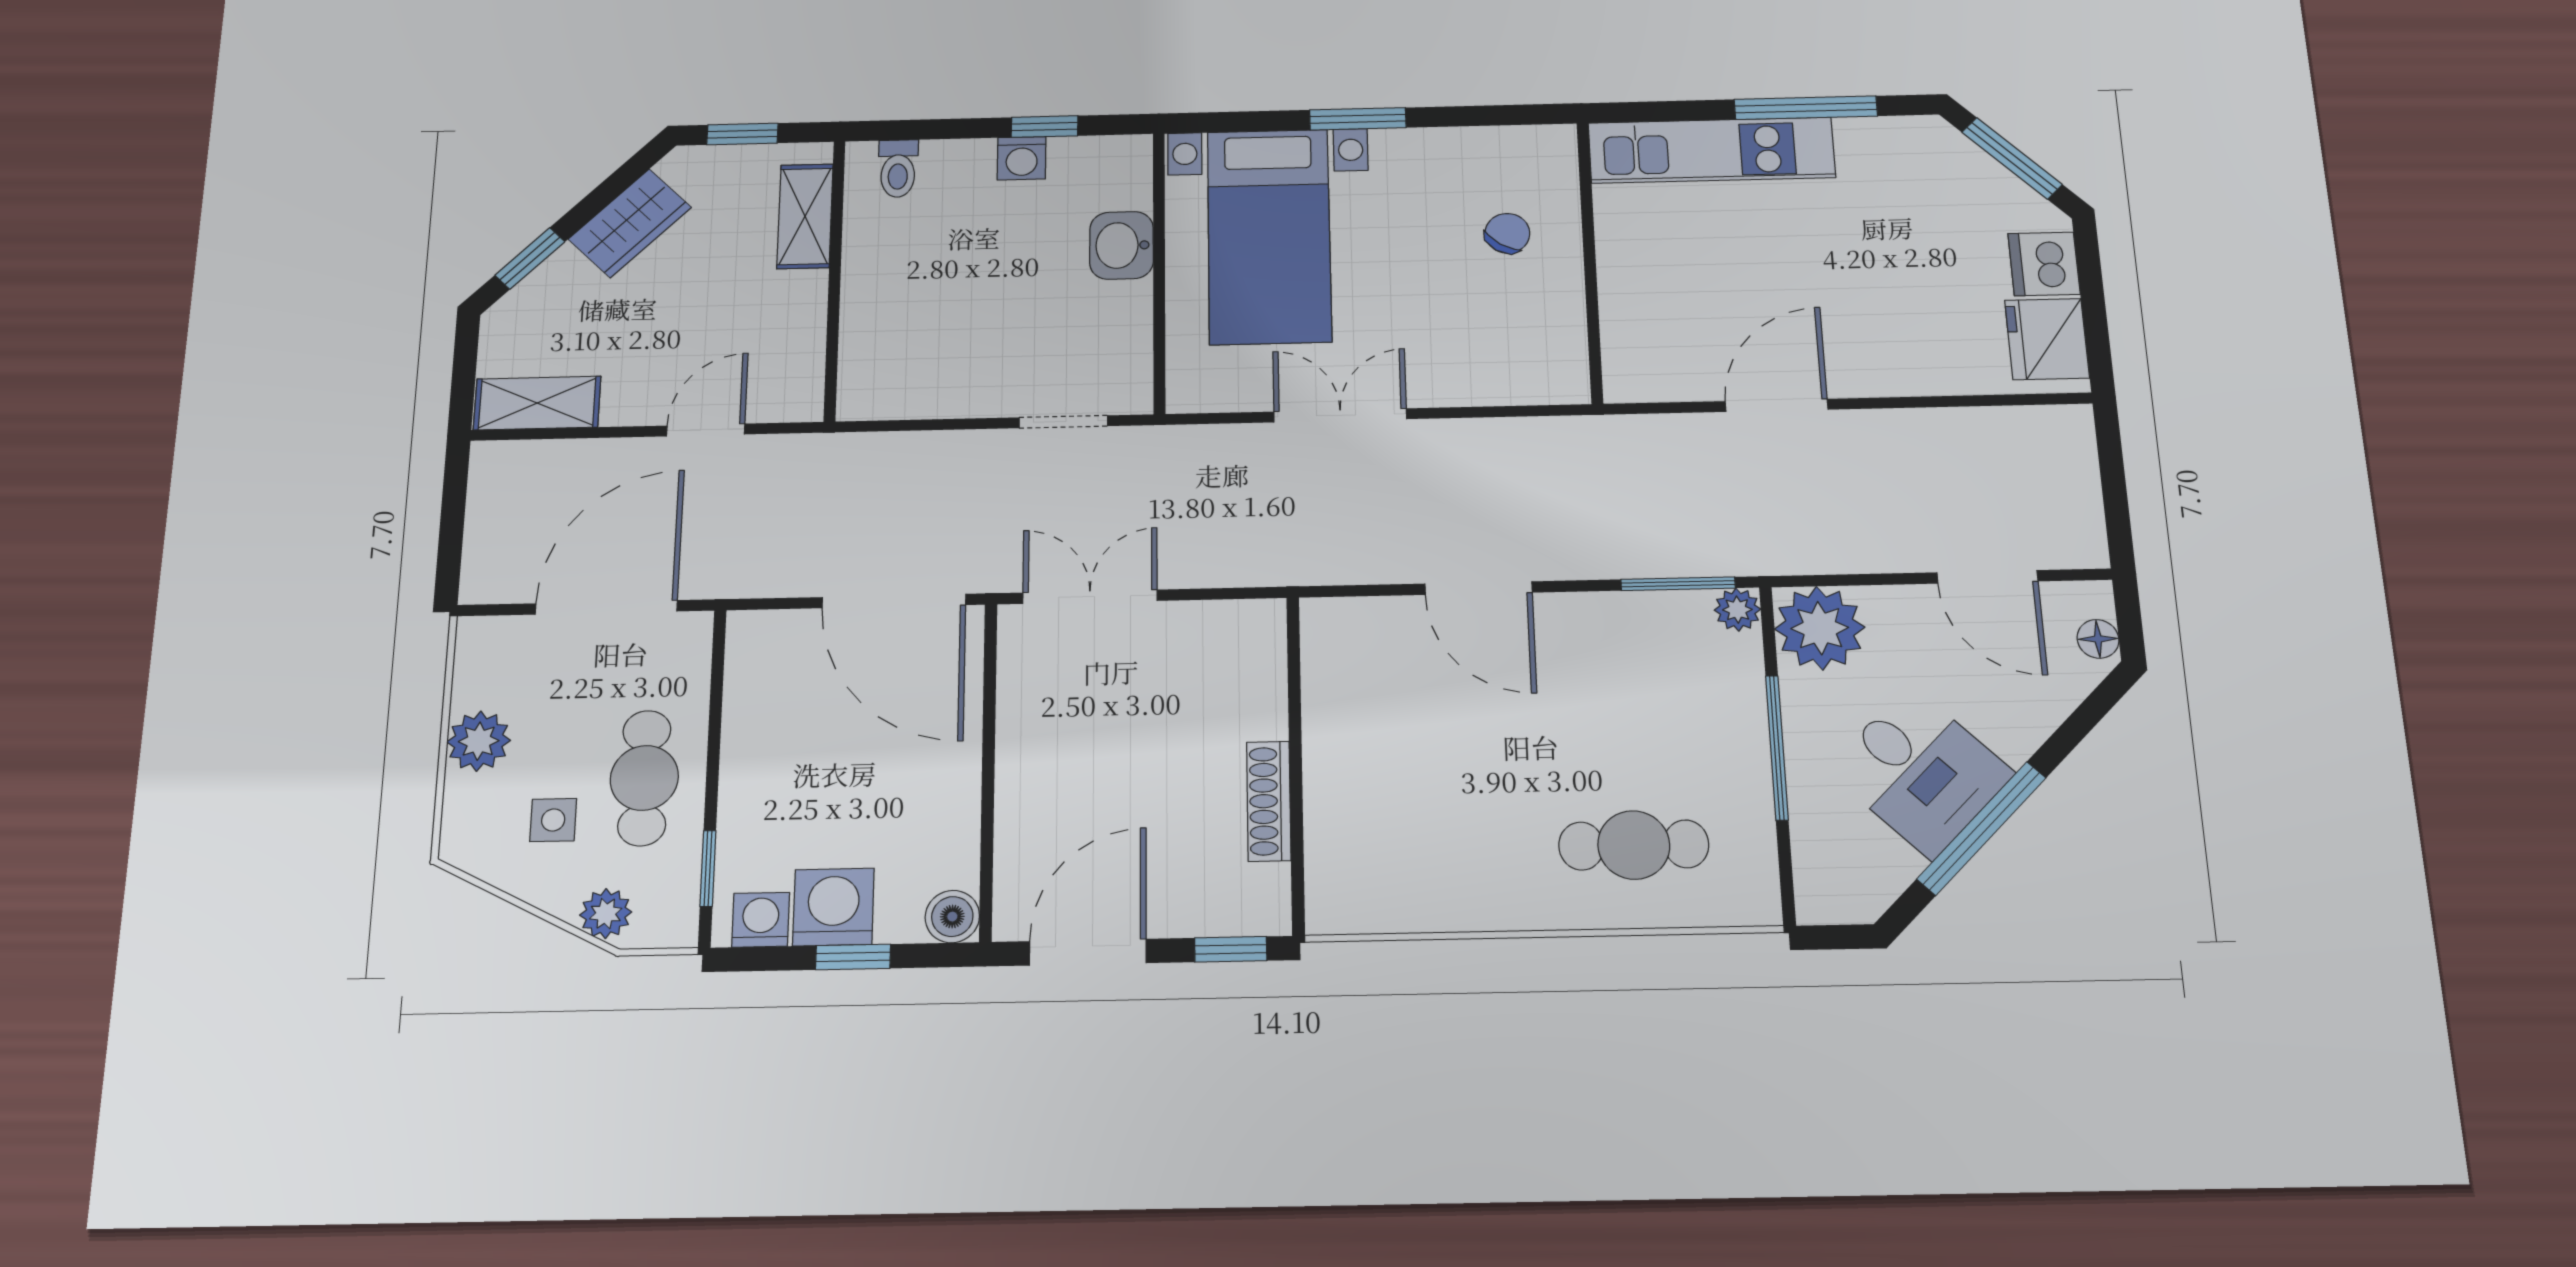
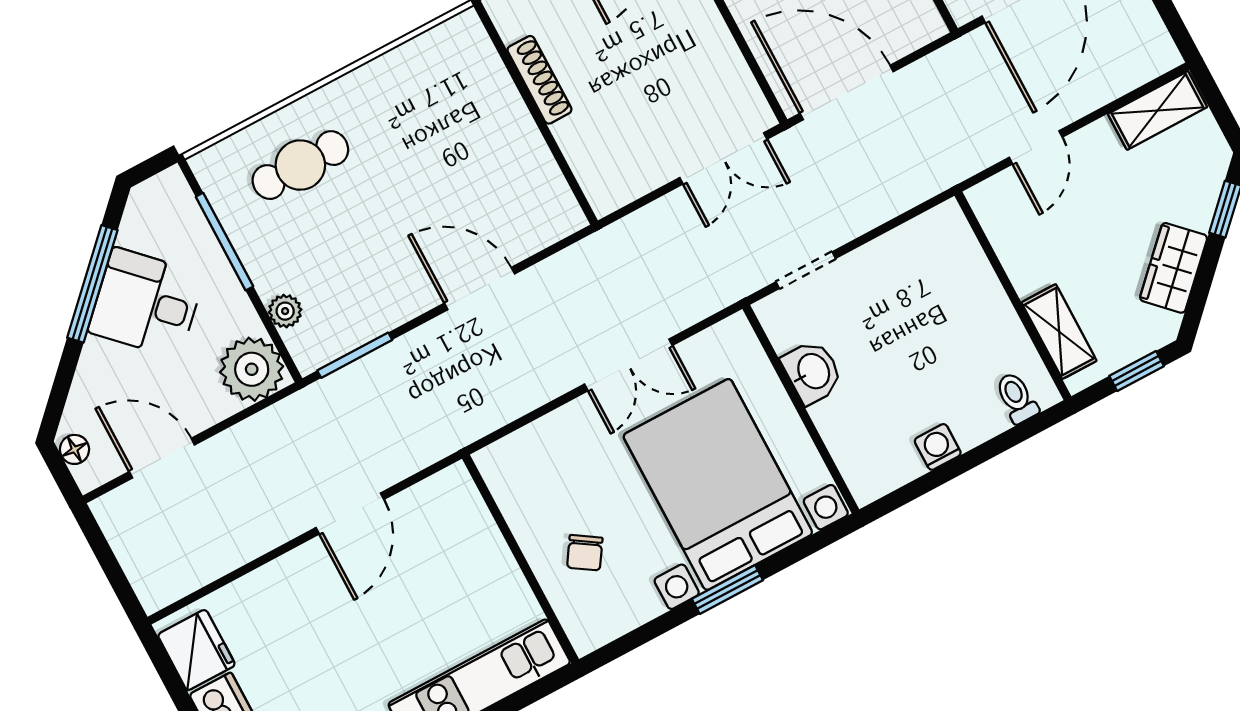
window: (1045, 127) -> (935, 478), removed
bed with nightstands: (1269, 236) -> (718, 484), width x1.36
washbasin: (1121, 245) -> (812, 372), moved
plant: (1737, 610) -> (285, 311), moved
window: (1777, 748) -> (224, 242), moved

